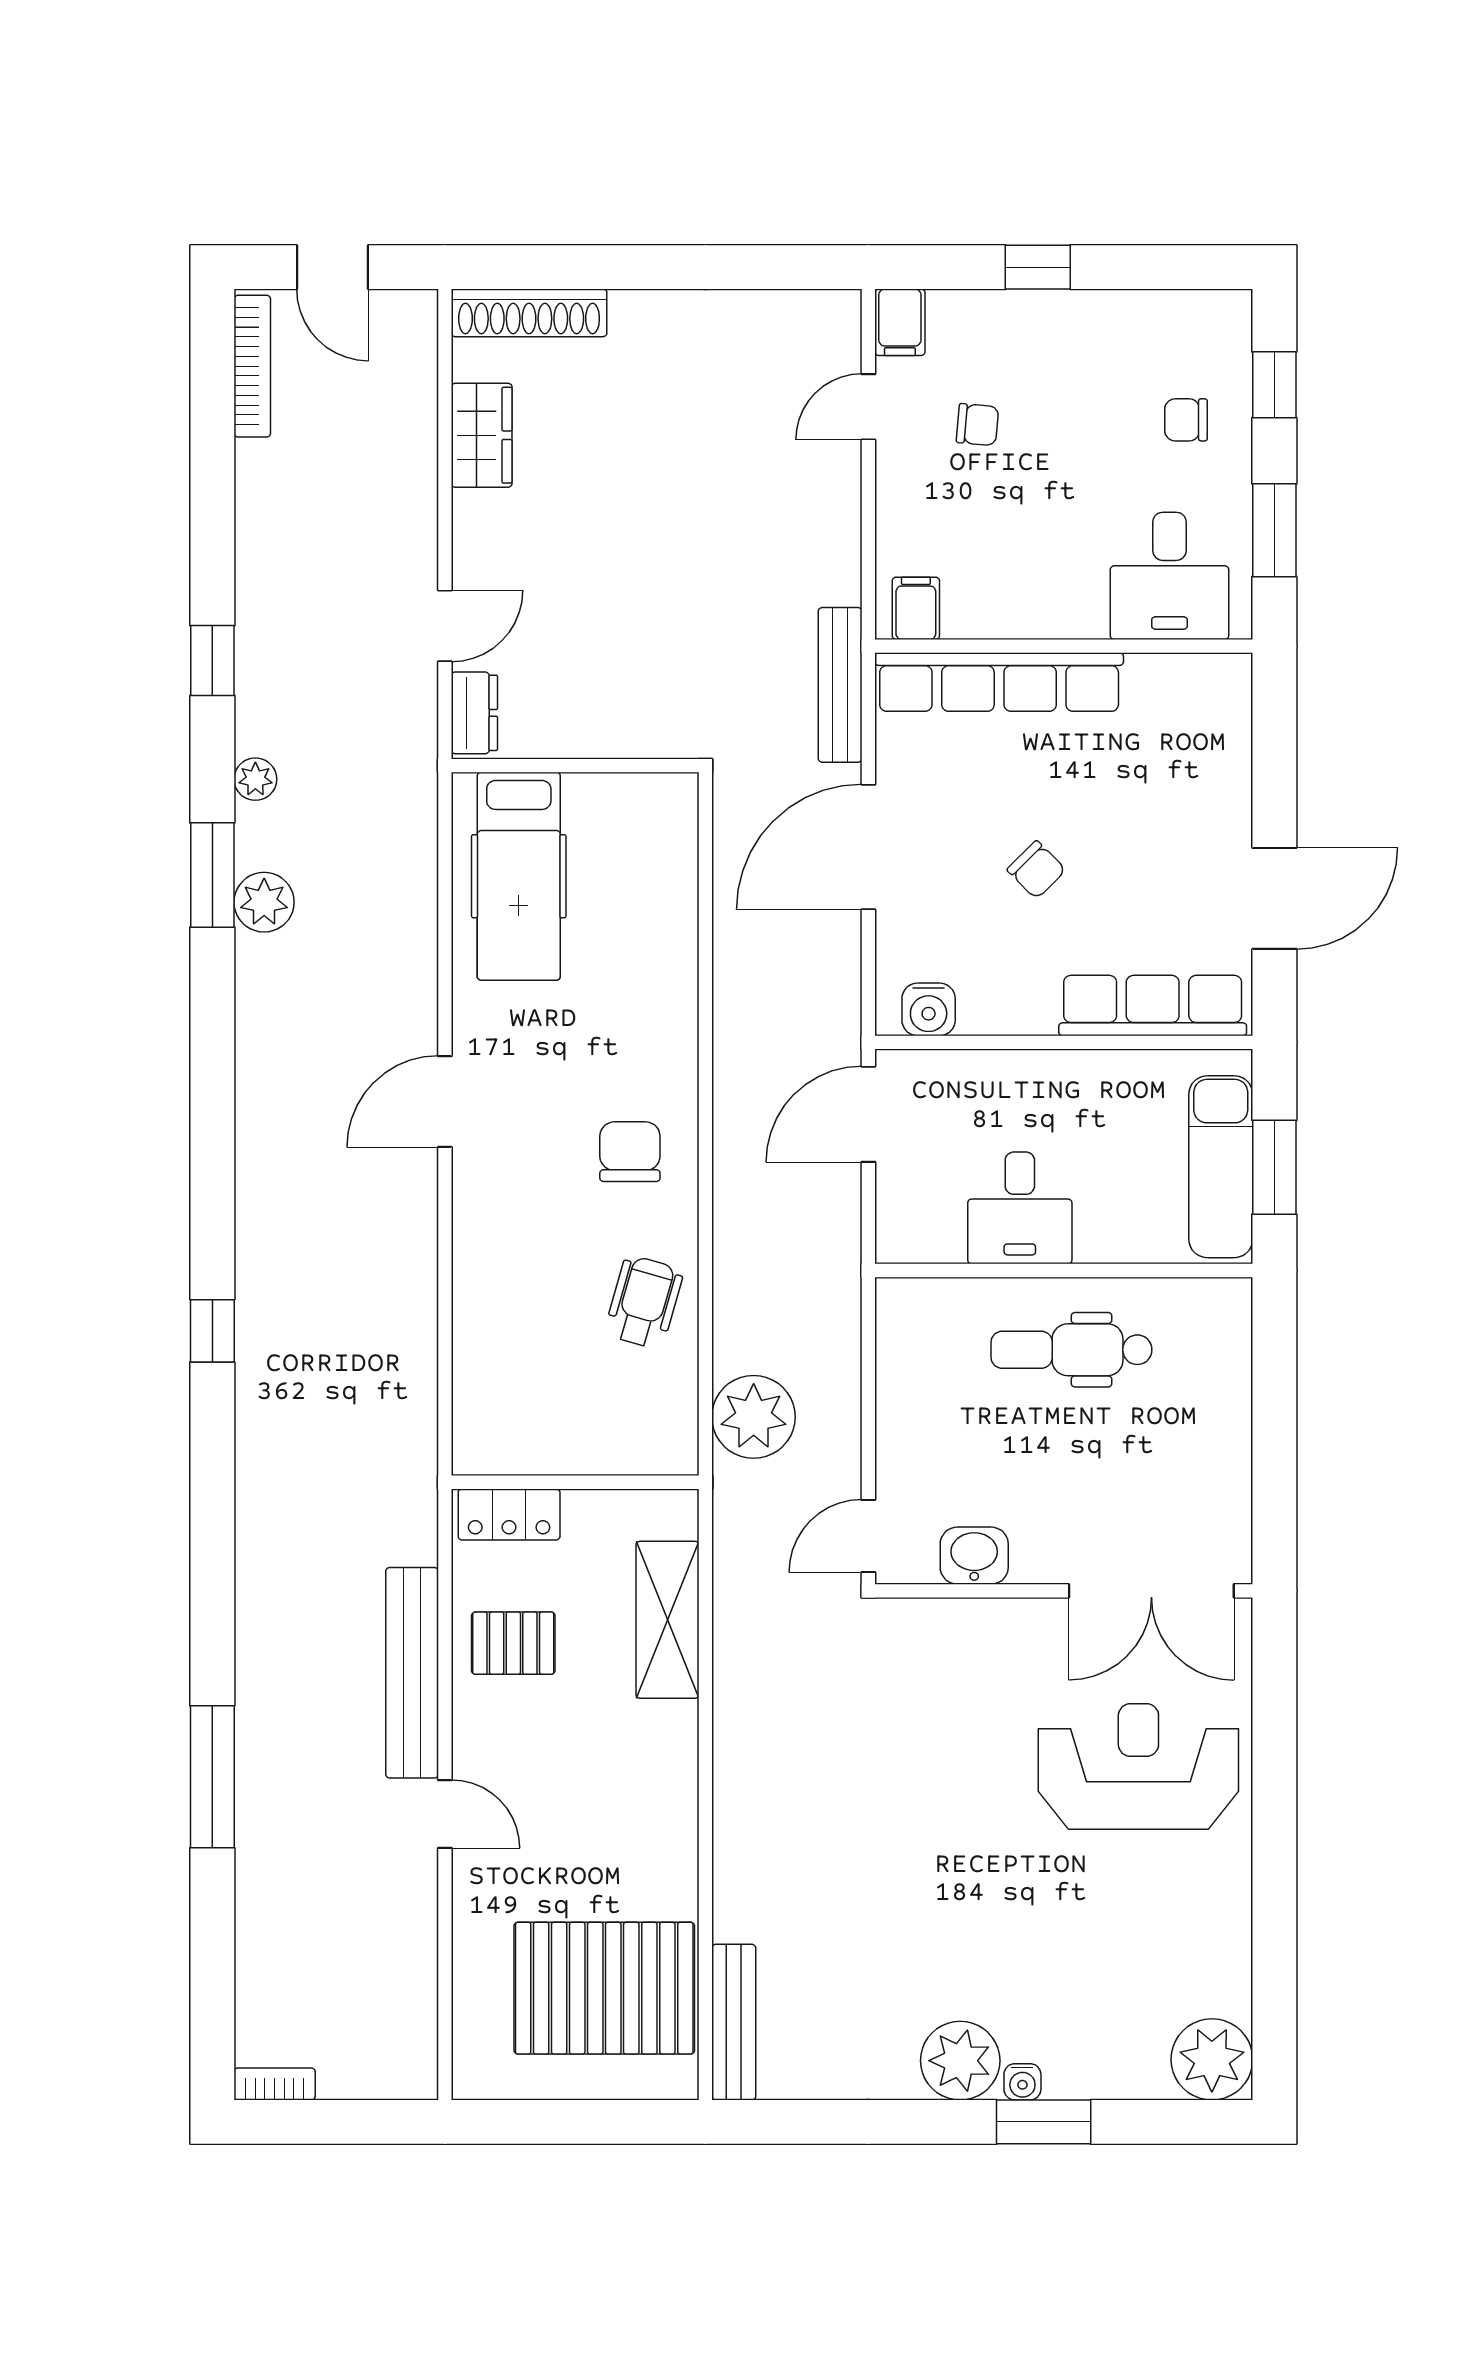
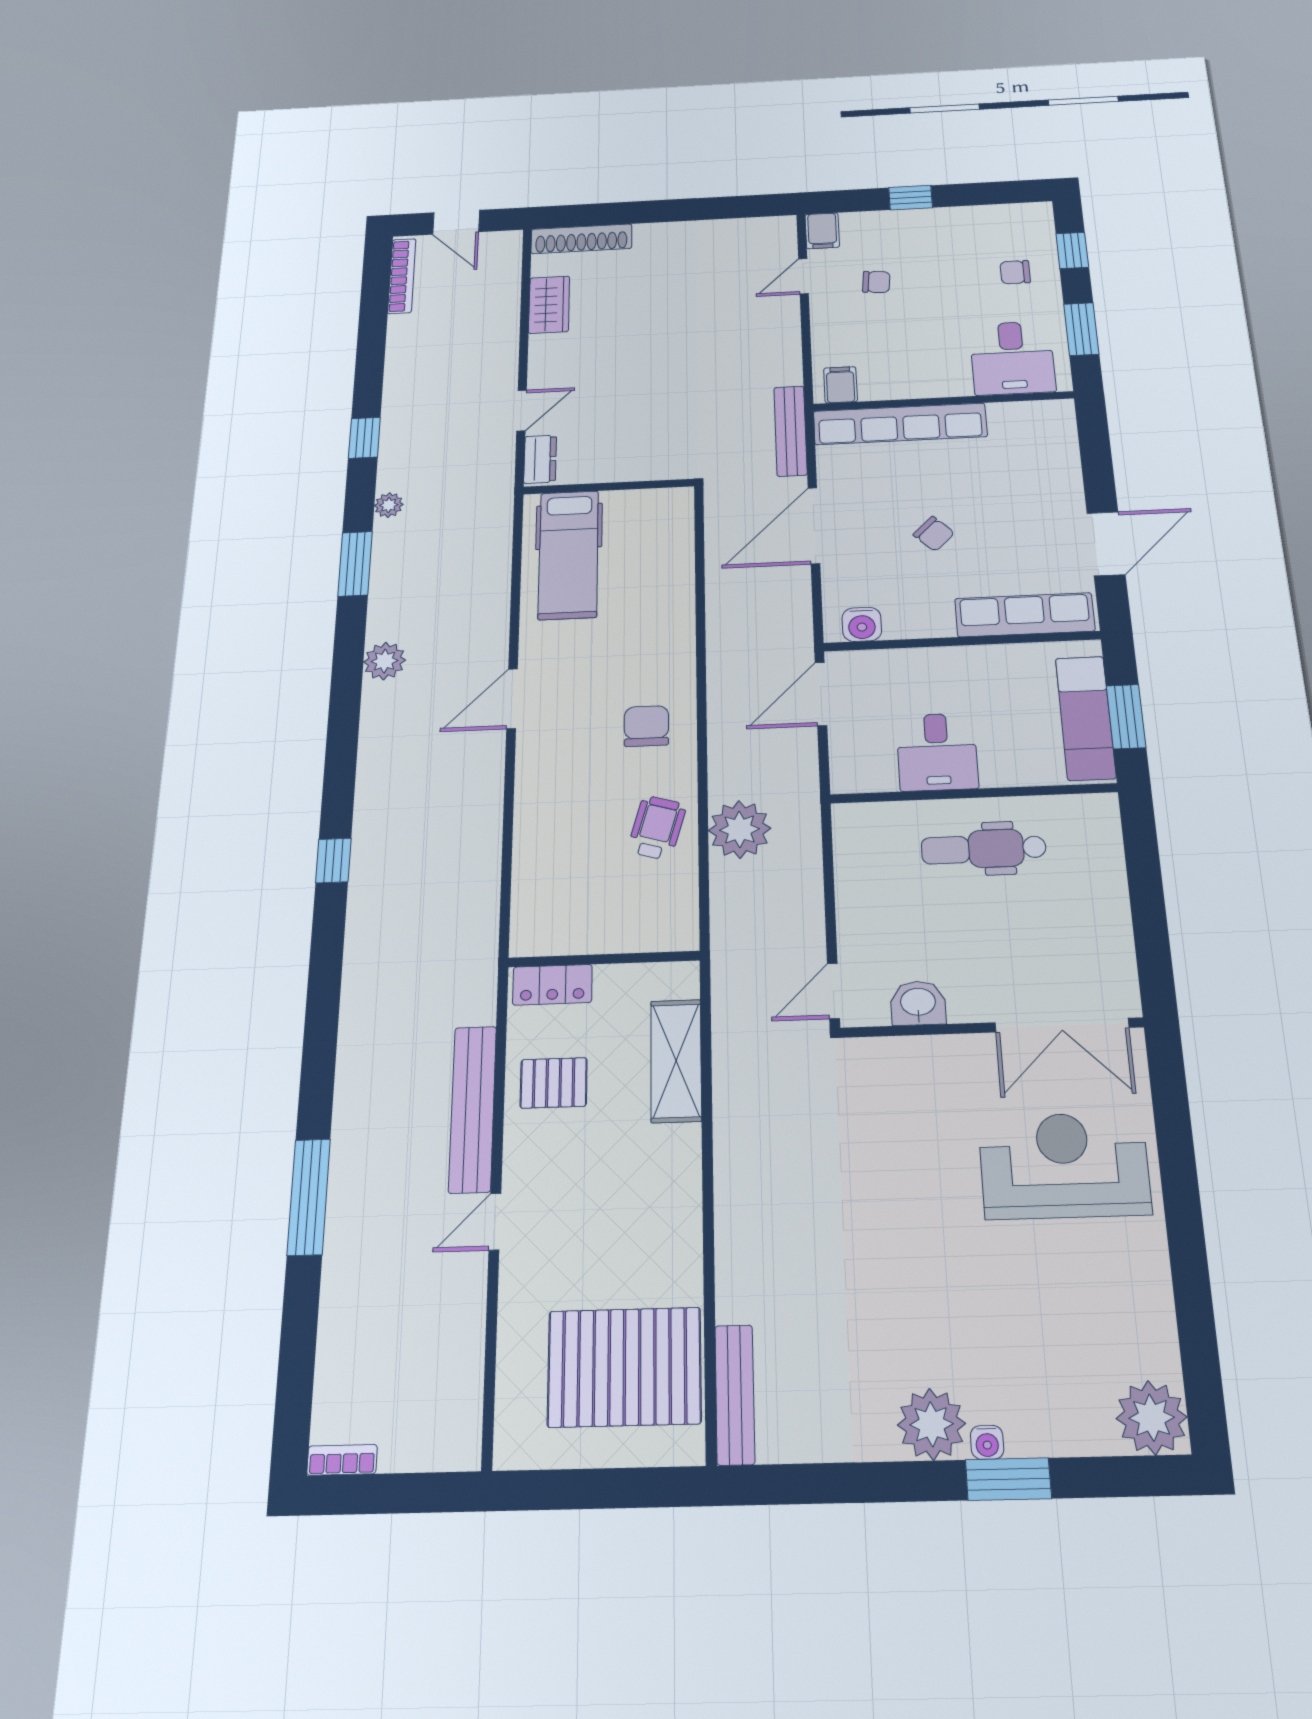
plant: (264, 902) -> (385, 661), moved
plant: (754, 1417) -> (740, 829), moved
door: (445, 1814) -> (495, 1222), swing flipped

